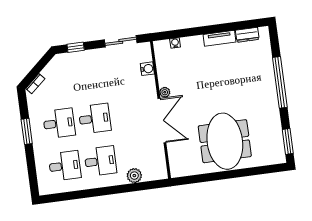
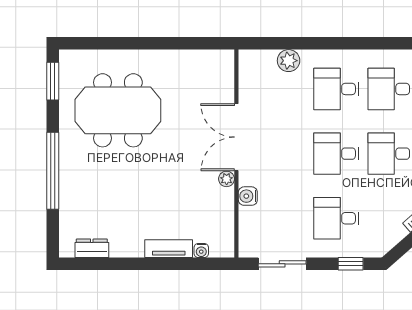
tv unit: (220, 38) -> (169, 249), moved
water cooler: (147, 69) -> (248, 196), moved
desk: (89, 76) -> (336, 218), added
meeting table: (225, 141) -> (118, 110), moved, turned 90

